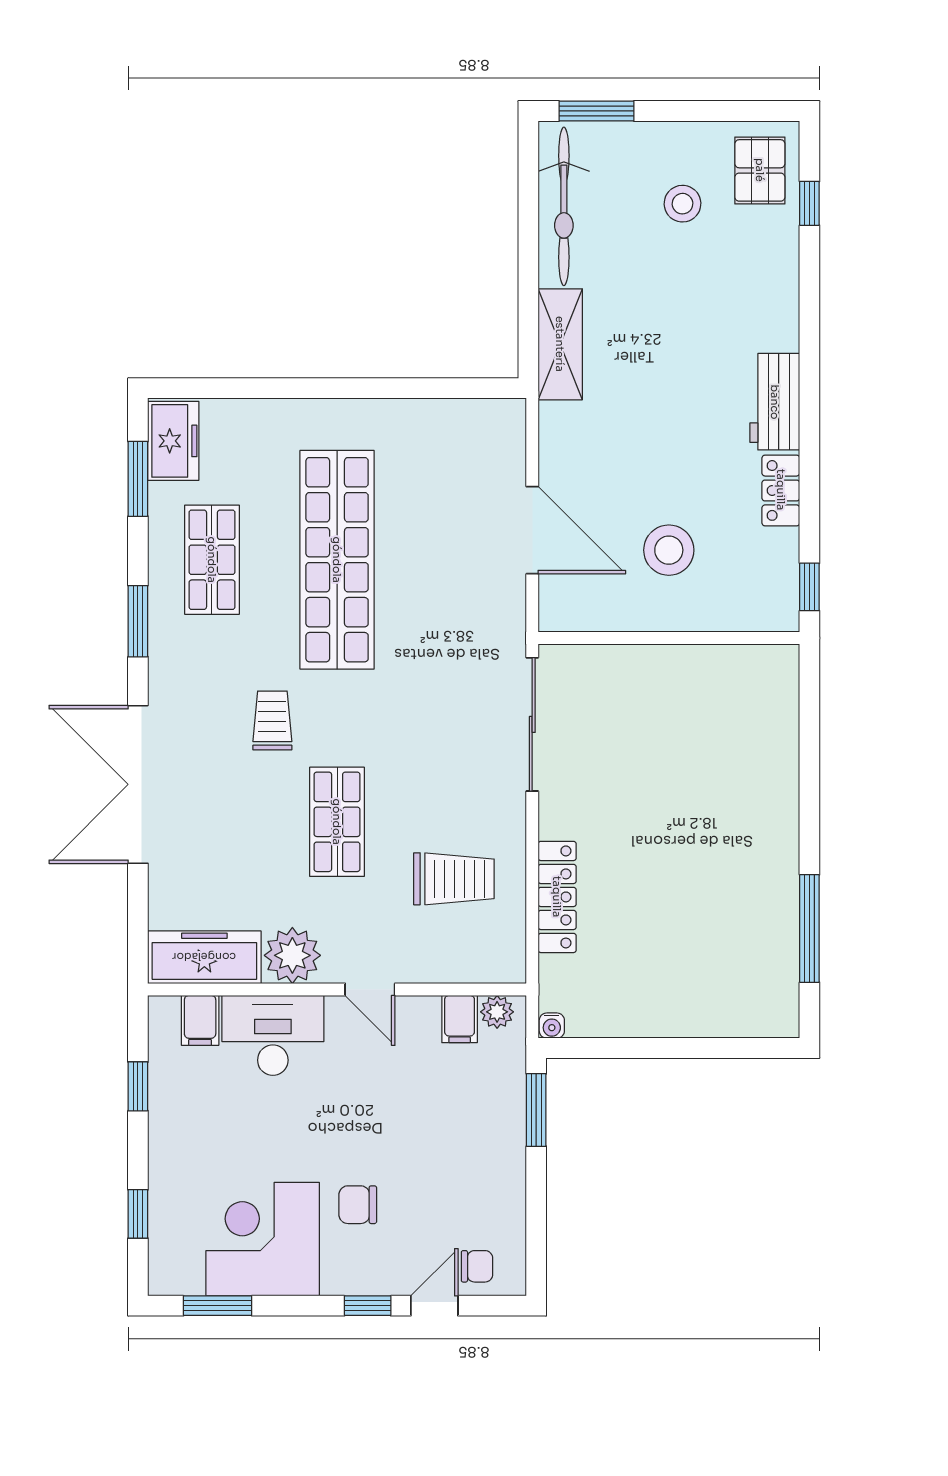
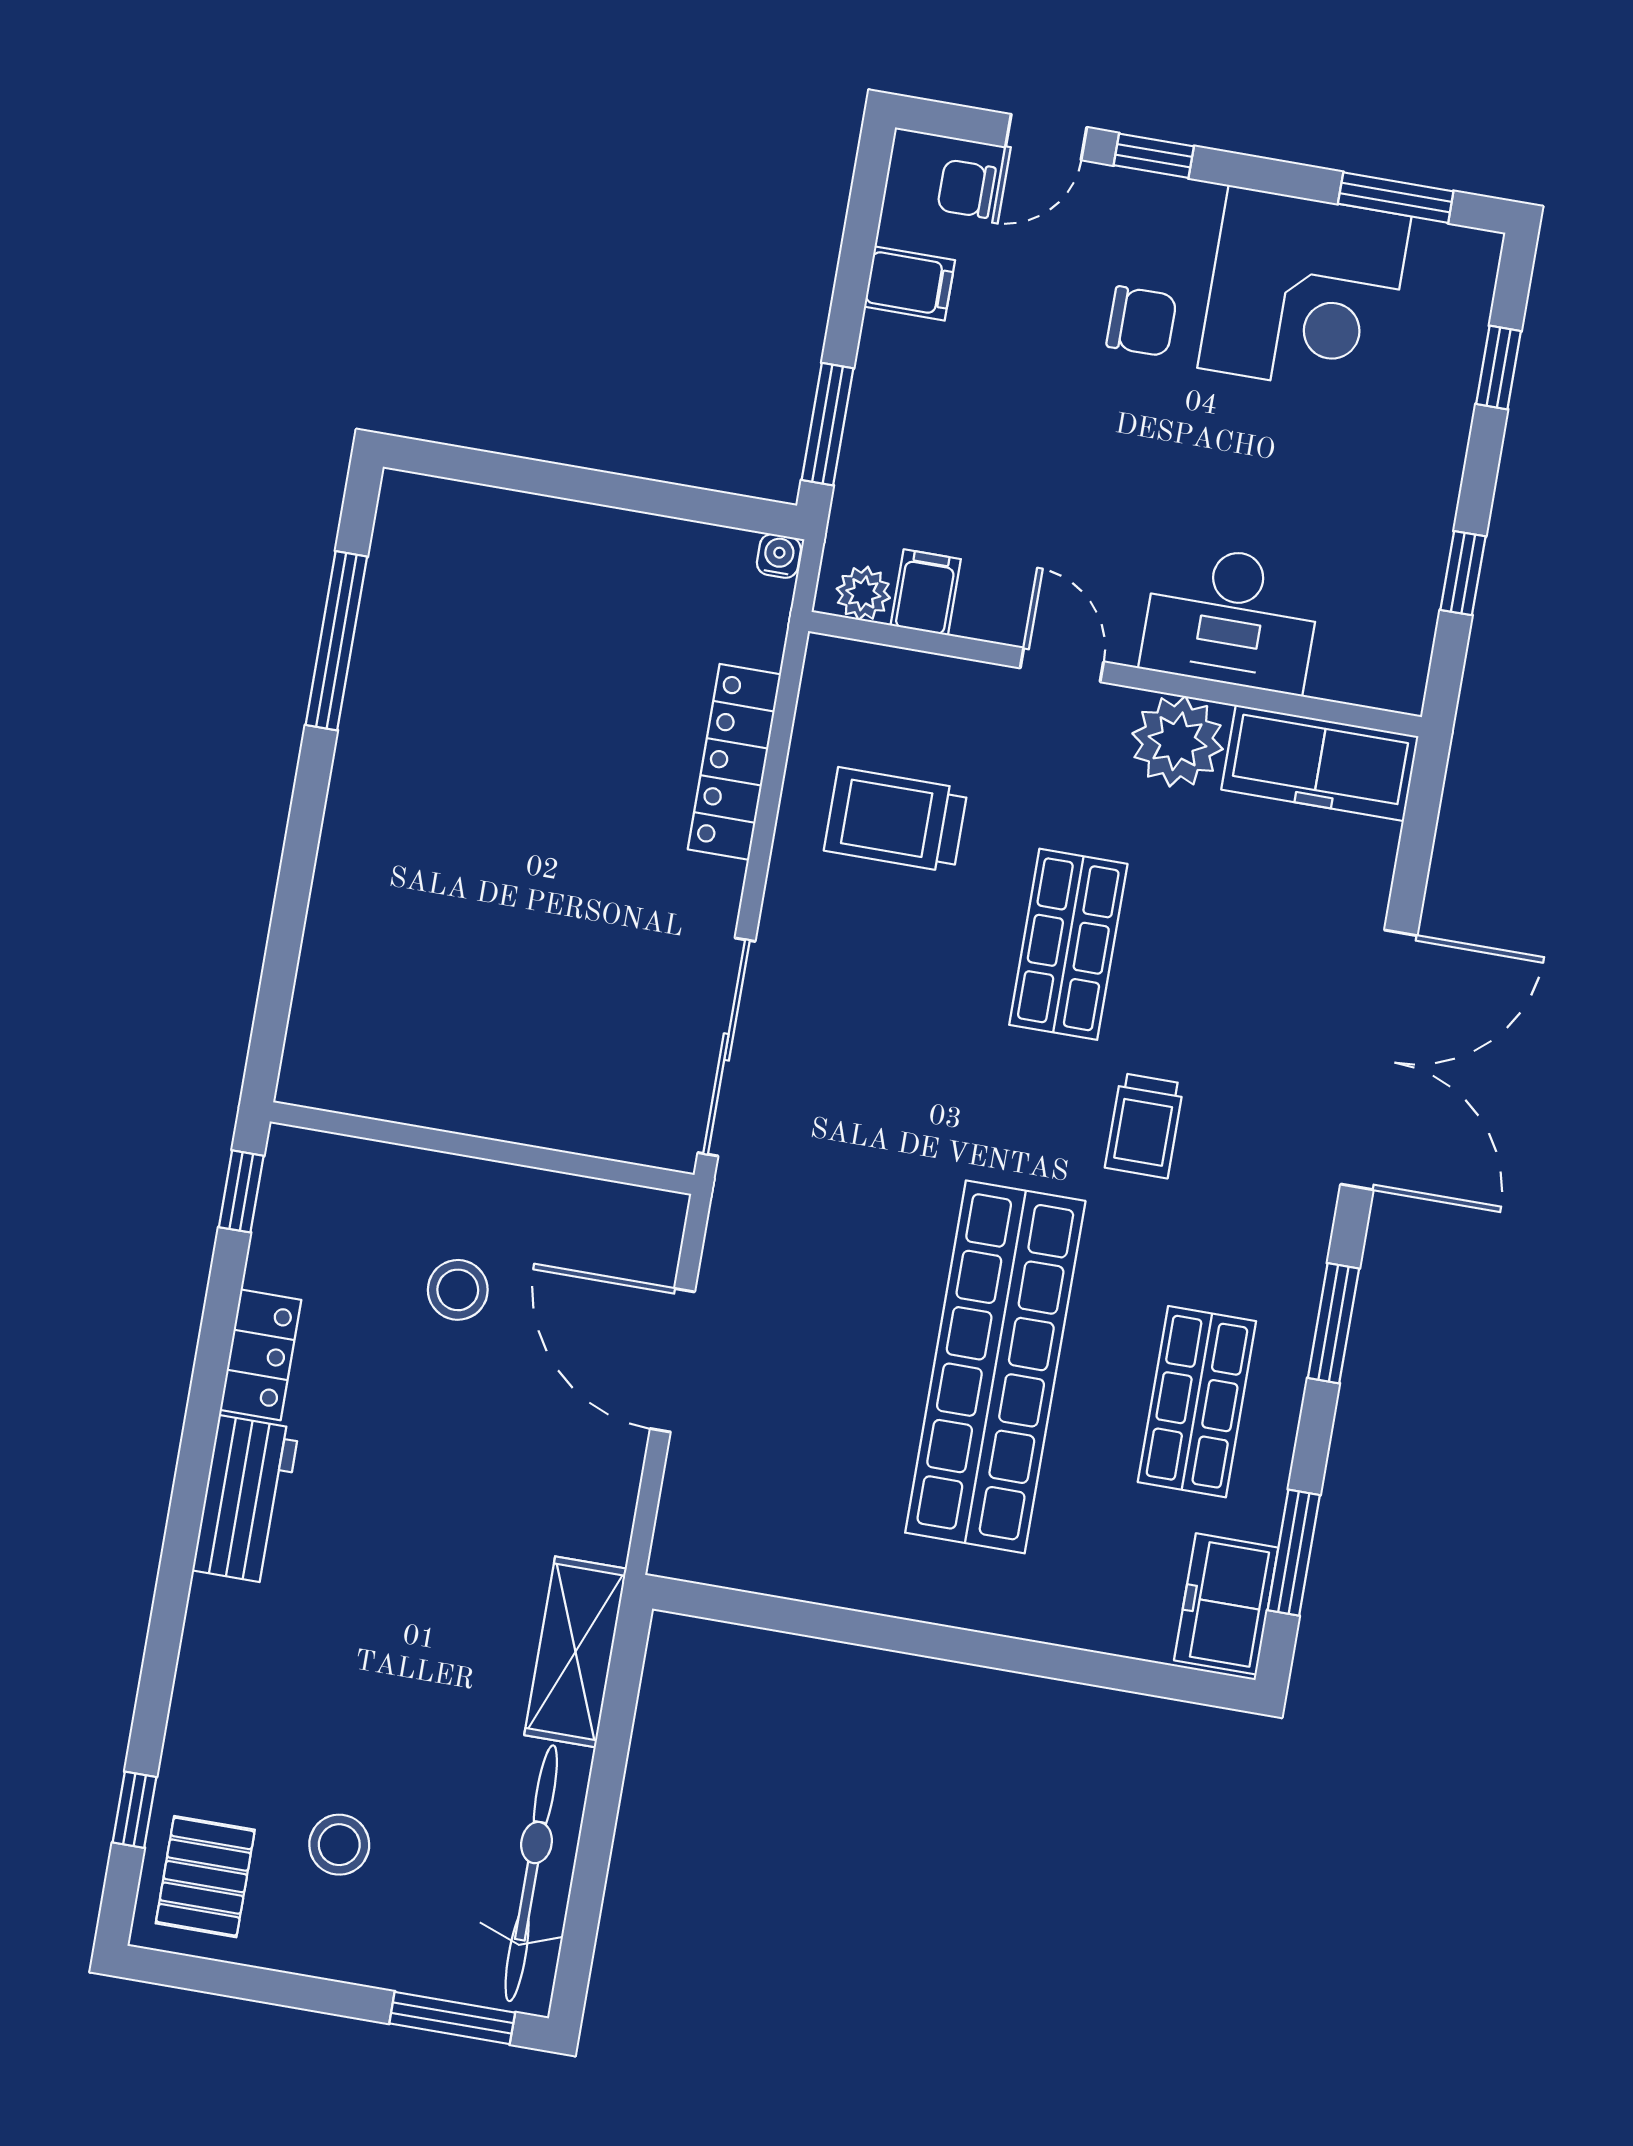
stool: (669, 550) -> (458, 1290), width x0.73, depth x0.73
filing cabinet: (200, 1020) -> (910, 283), moved, turned 90

